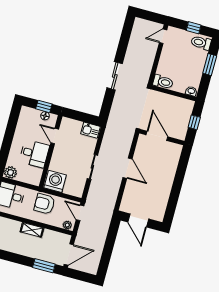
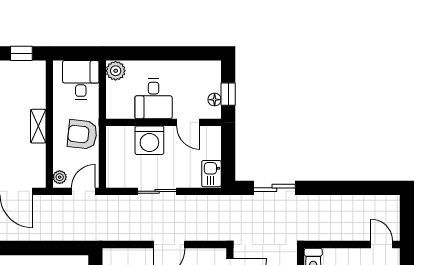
sliding door: (115, 76) -> (274, 188), moved
door: (55, 136) -> (188, 122), swing flipped
washing machine: (55, 181) -> (149, 140), moved, turned 90
armchair: (44, 204) -> (82, 134), turned -84

